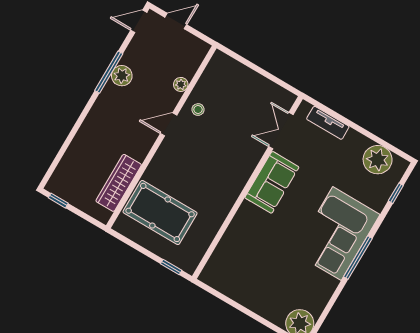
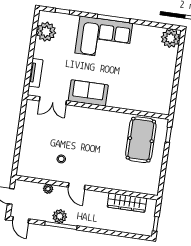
plant: (181, 84) -> (48, 189), moved
door: (169, 124) -> (77, 186), moved
wall: (161, 137) -> (86, 187), moved
wardrobe: (119, 183) -> (127, 203), moved
pool table: (160, 212) -> (141, 140), moved

